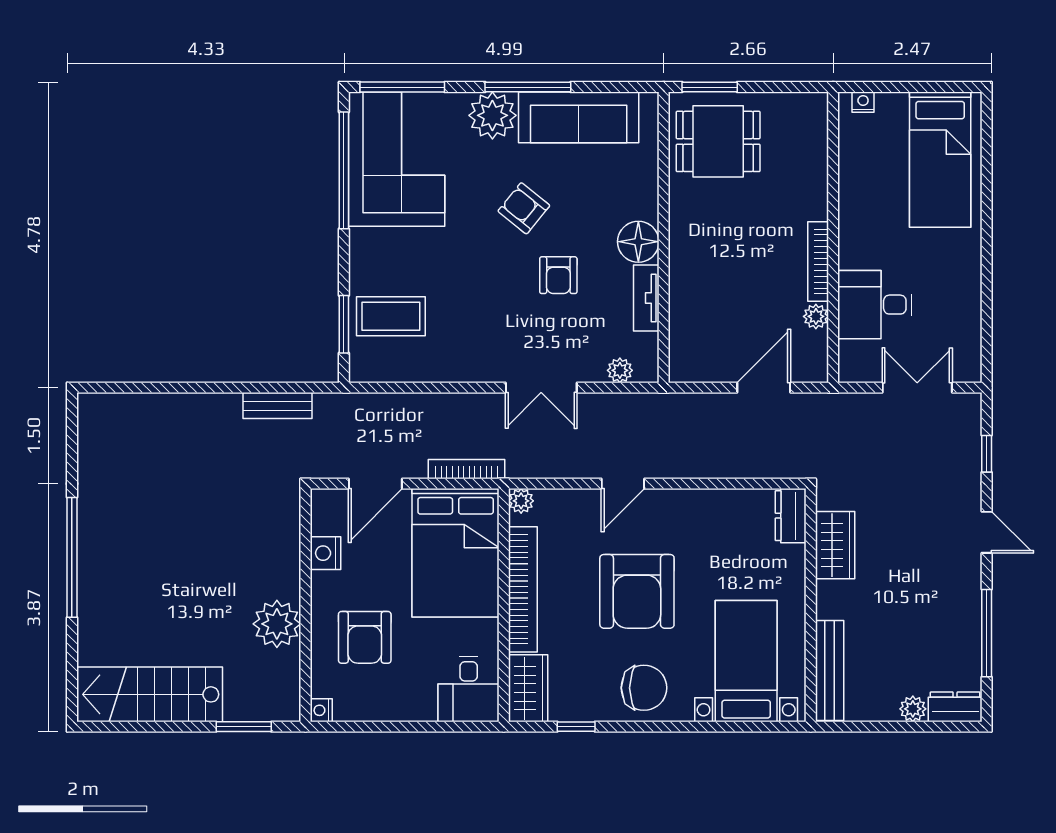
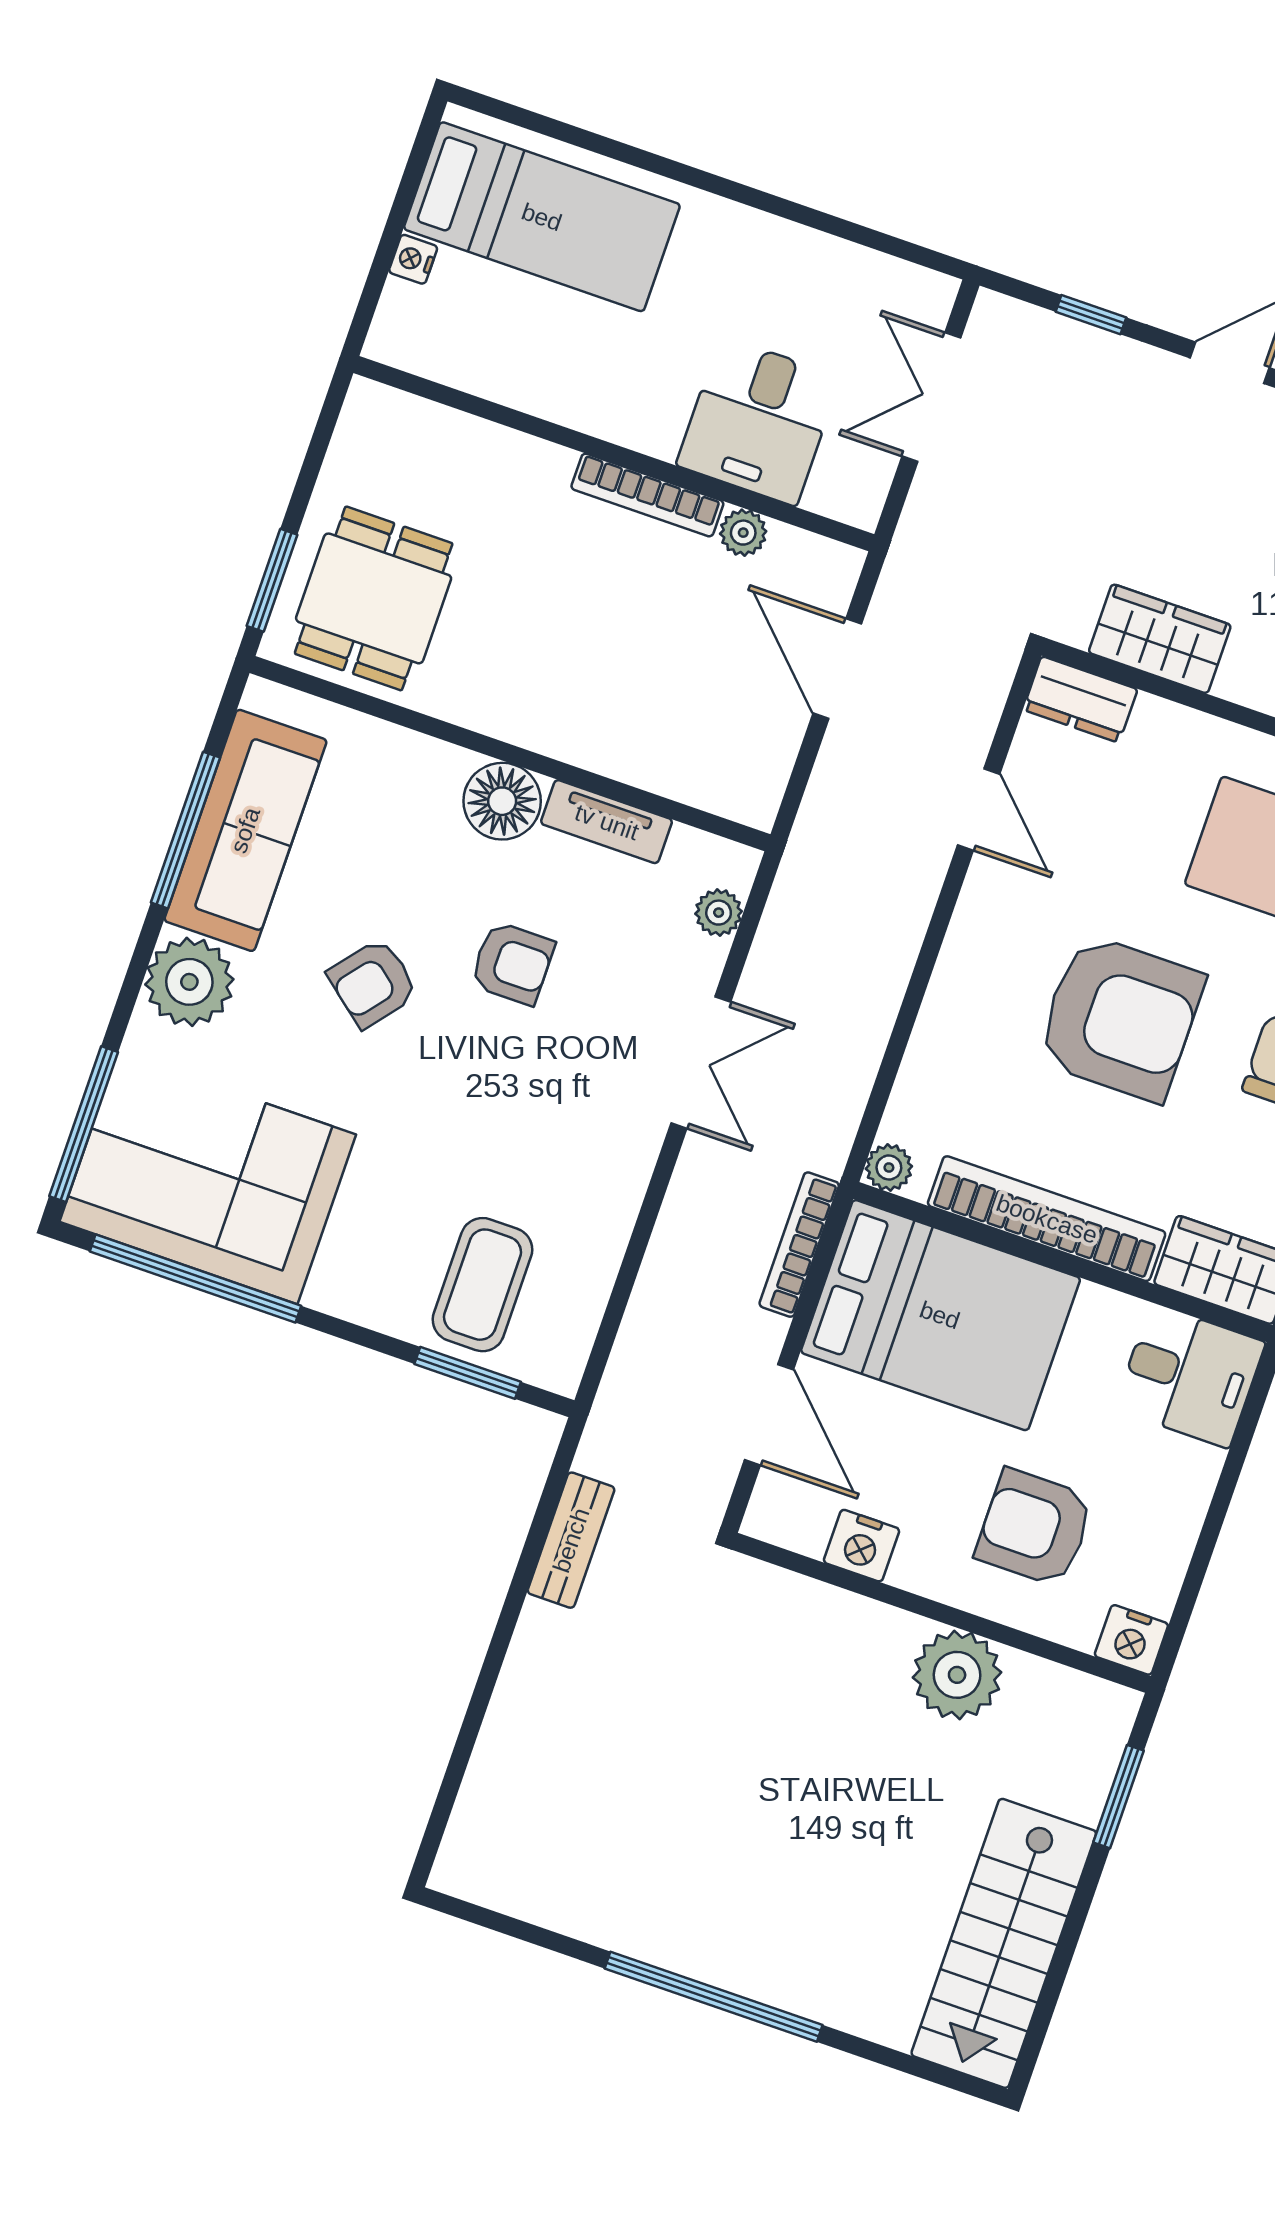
window: (528, 87) -> (186, 830), moved
nightstand: (863, 102) -> (413, 259), moved
door: (623, 484) -> (979, 809), moved
armchair: (365, 637) -> (1035, 1528), turned 180
nightstand: (321, 710) -> (1131, 1640), width x1.39, depth x1.35

